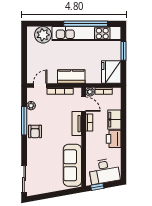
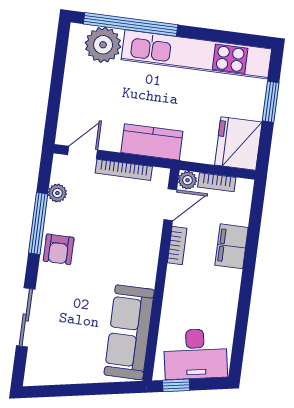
window: (86, 24) -> (131, 24), moved
door: (84, 104) -> (170, 205), hinge flipped
tv unit: (77, 124) -> (150, 244), removed
printer: (114, 139) -> (225, 287), removed
sliding door: (24, 179) -> (26, 317), moved

